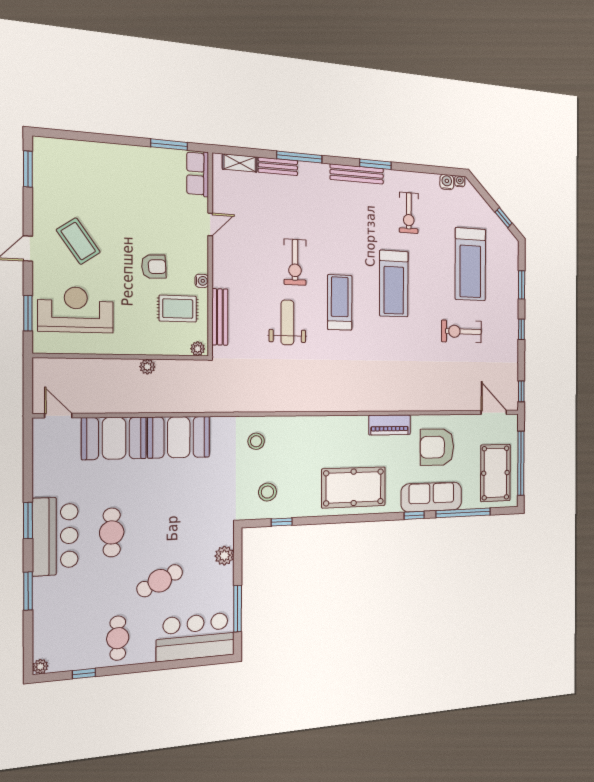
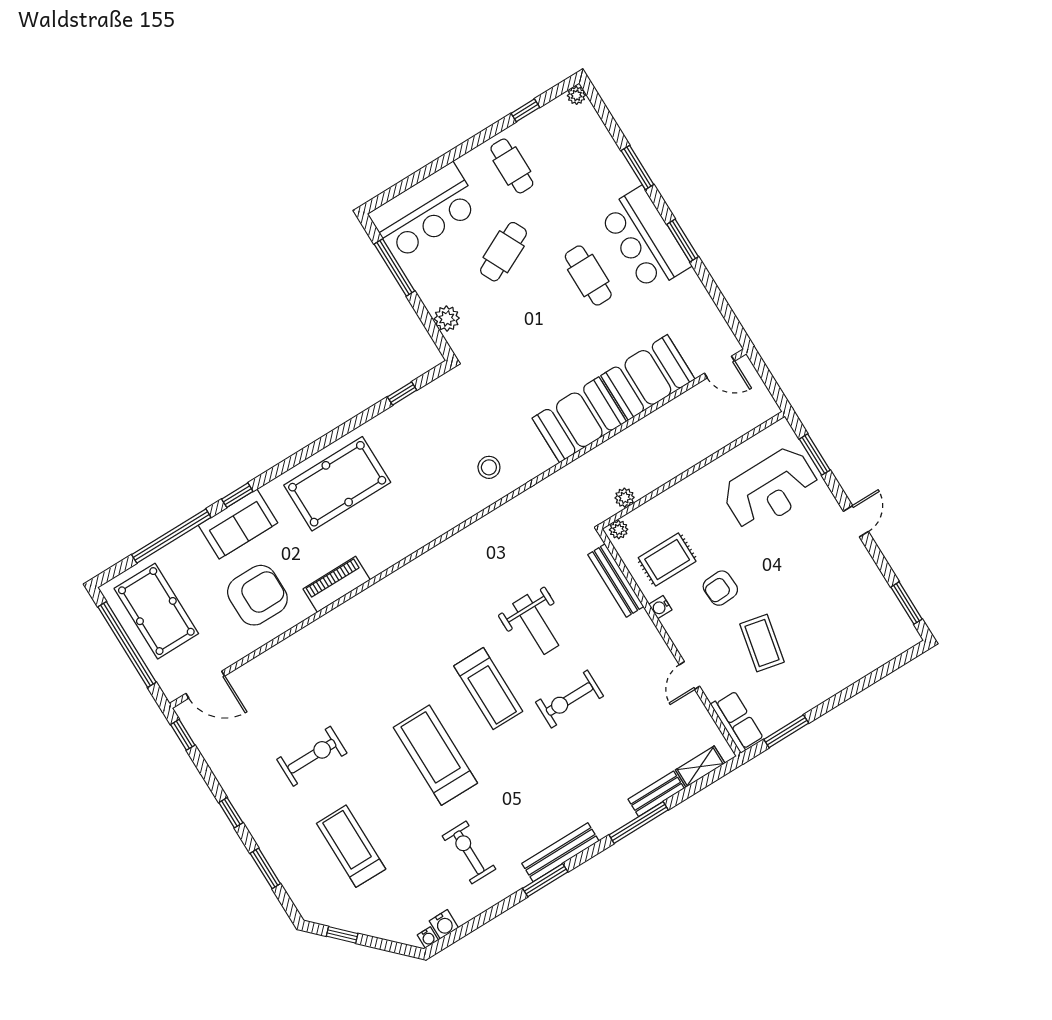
coffee table: (78, 241) -> (762, 643), moved, turned 47
exercise bike: (295, 262) -> (569, 699), turned -90
treadmill: (470, 264) -> (351, 846), width x0.73, depth x0.73
plant: (147, 367) -> (625, 498), moved
stool: (267, 492) -> (440, 418), removed
sofa: (431, 497) -> (238, 524), width x0.73

